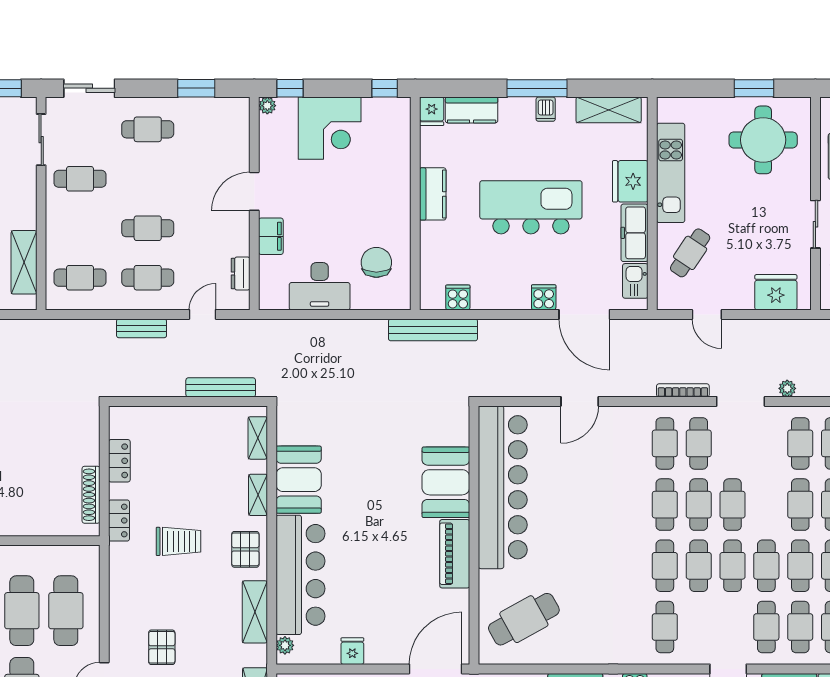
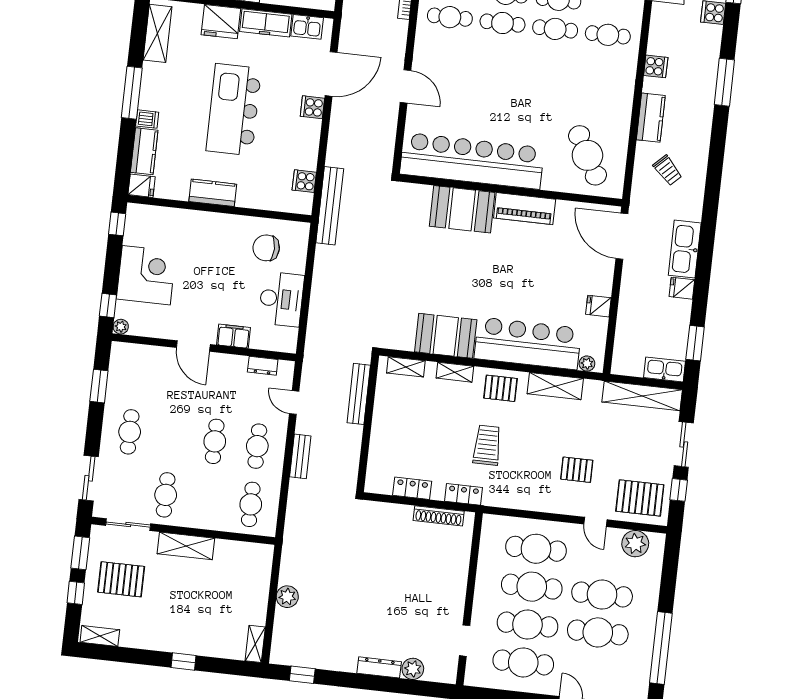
dishwasher: (546, 109) -> (147, 119), moved
shelving: (24, 262) -> (186, 546), moved

